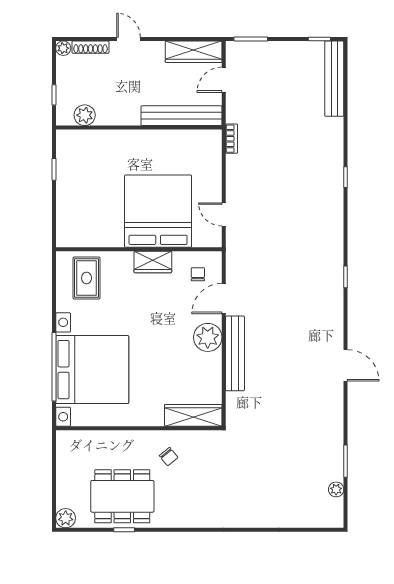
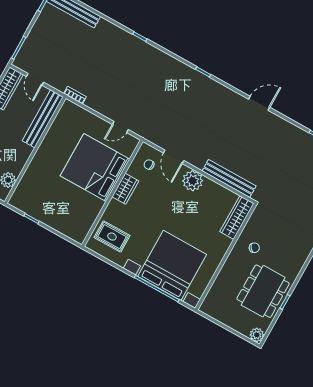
bench: (235, 353) -> (229, 178), moved

